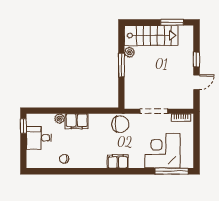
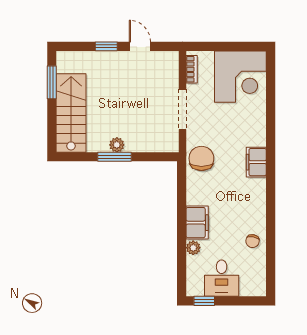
plant: (130, 52) -> (117, 145), moved
corner desk: (162, 151) -> (240, 77), moved, turned -90
window: (171, 171) -> (271, 83), removed

